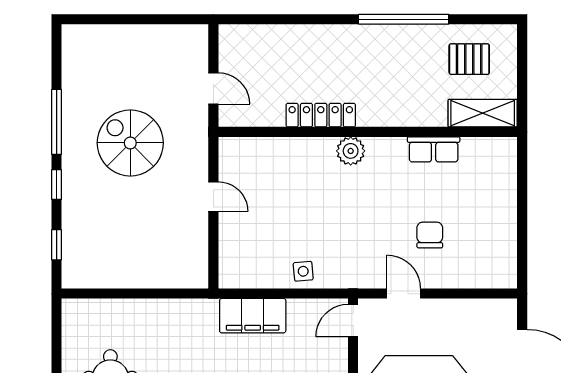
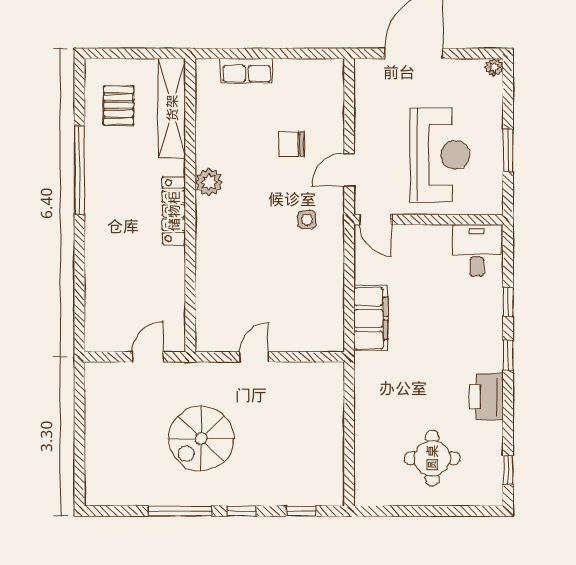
shelving: (483, 113) -> (172, 108), width x1.47
locker: (321, 115) -> (174, 211), moved
row of seats: (434, 149) -> (247, 71), moved, turned 90
plant: (351, 151) -> (209, 182), moved
side table: (303, 271) -> (307, 220), moved

